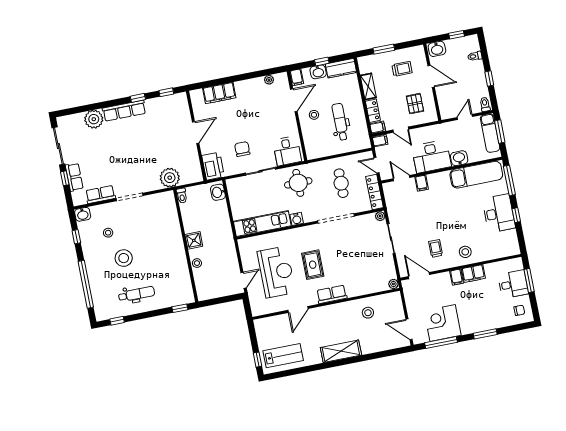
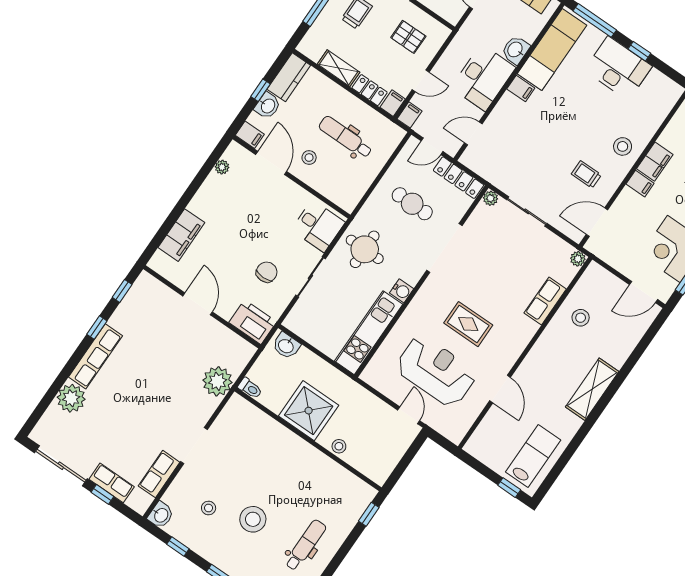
chair: (242, 149) -> (267, 272), turned 90
filing cabinet: (422, 183) -> (521, 88), moved
shower: (194, 240) -> (309, 411), width x1.86, depth x1.86
row of seats: (332, 294) -> (545, 301), moved

